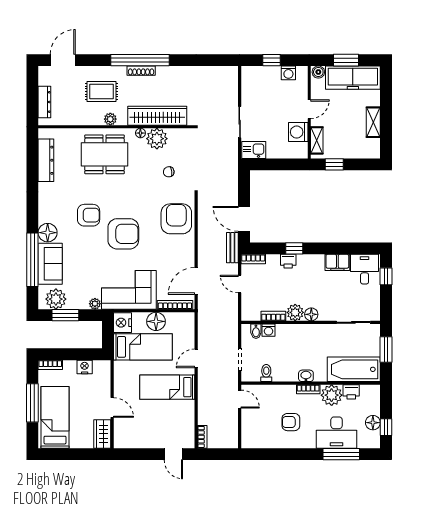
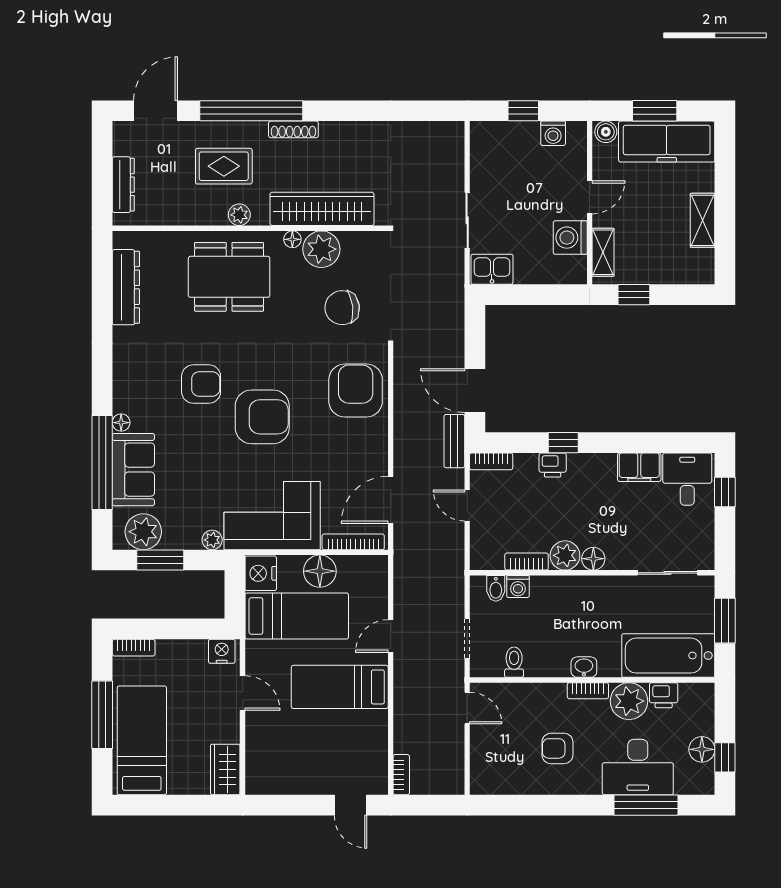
window: (140, 60) -> (251, 111), moved
chair: (169, 172) -> (342, 308), width x1.87, depth x1.87
floor lamp: (48, 233) -> (121, 423), width x0.53, depth x0.53
nightstand: (85, 367) -> (222, 651), moved
door: (112, 407) -> (243, 693), moved

